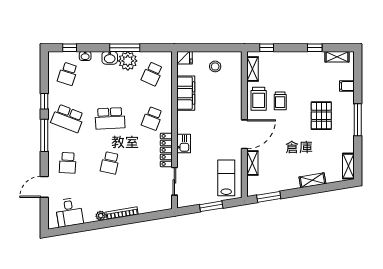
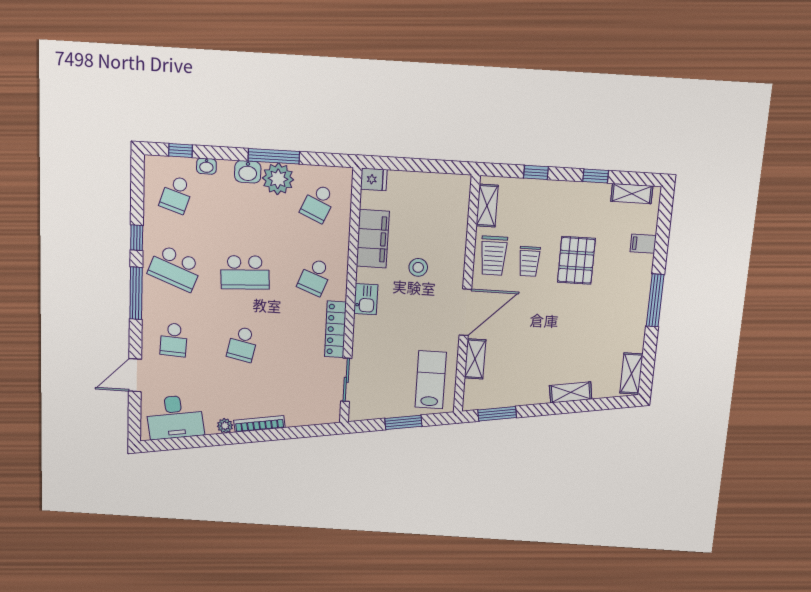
window: (267, 48) -> (536, 172), moved
stool: (215, 66) -> (418, 267), moved
pallet: (321, 116) -> (576, 260), moved
kitchen sink: (184, 144) -> (366, 299), moved
desk: (69, 212) -> (175, 417), width x1.37

